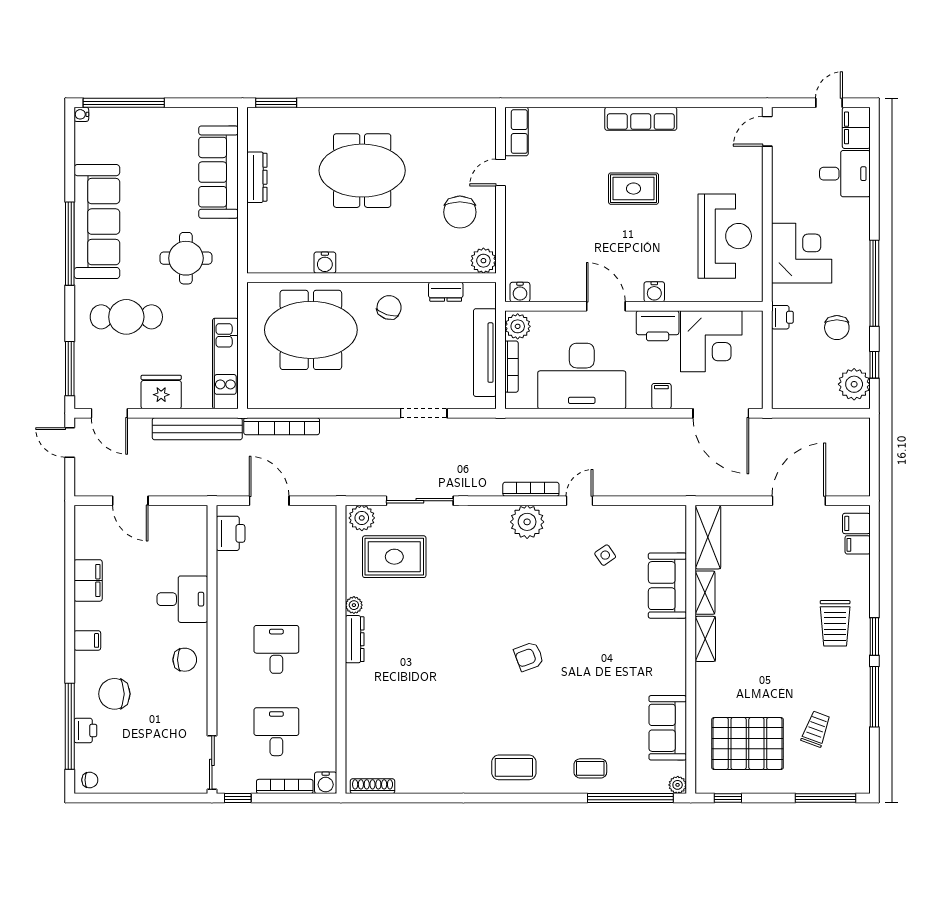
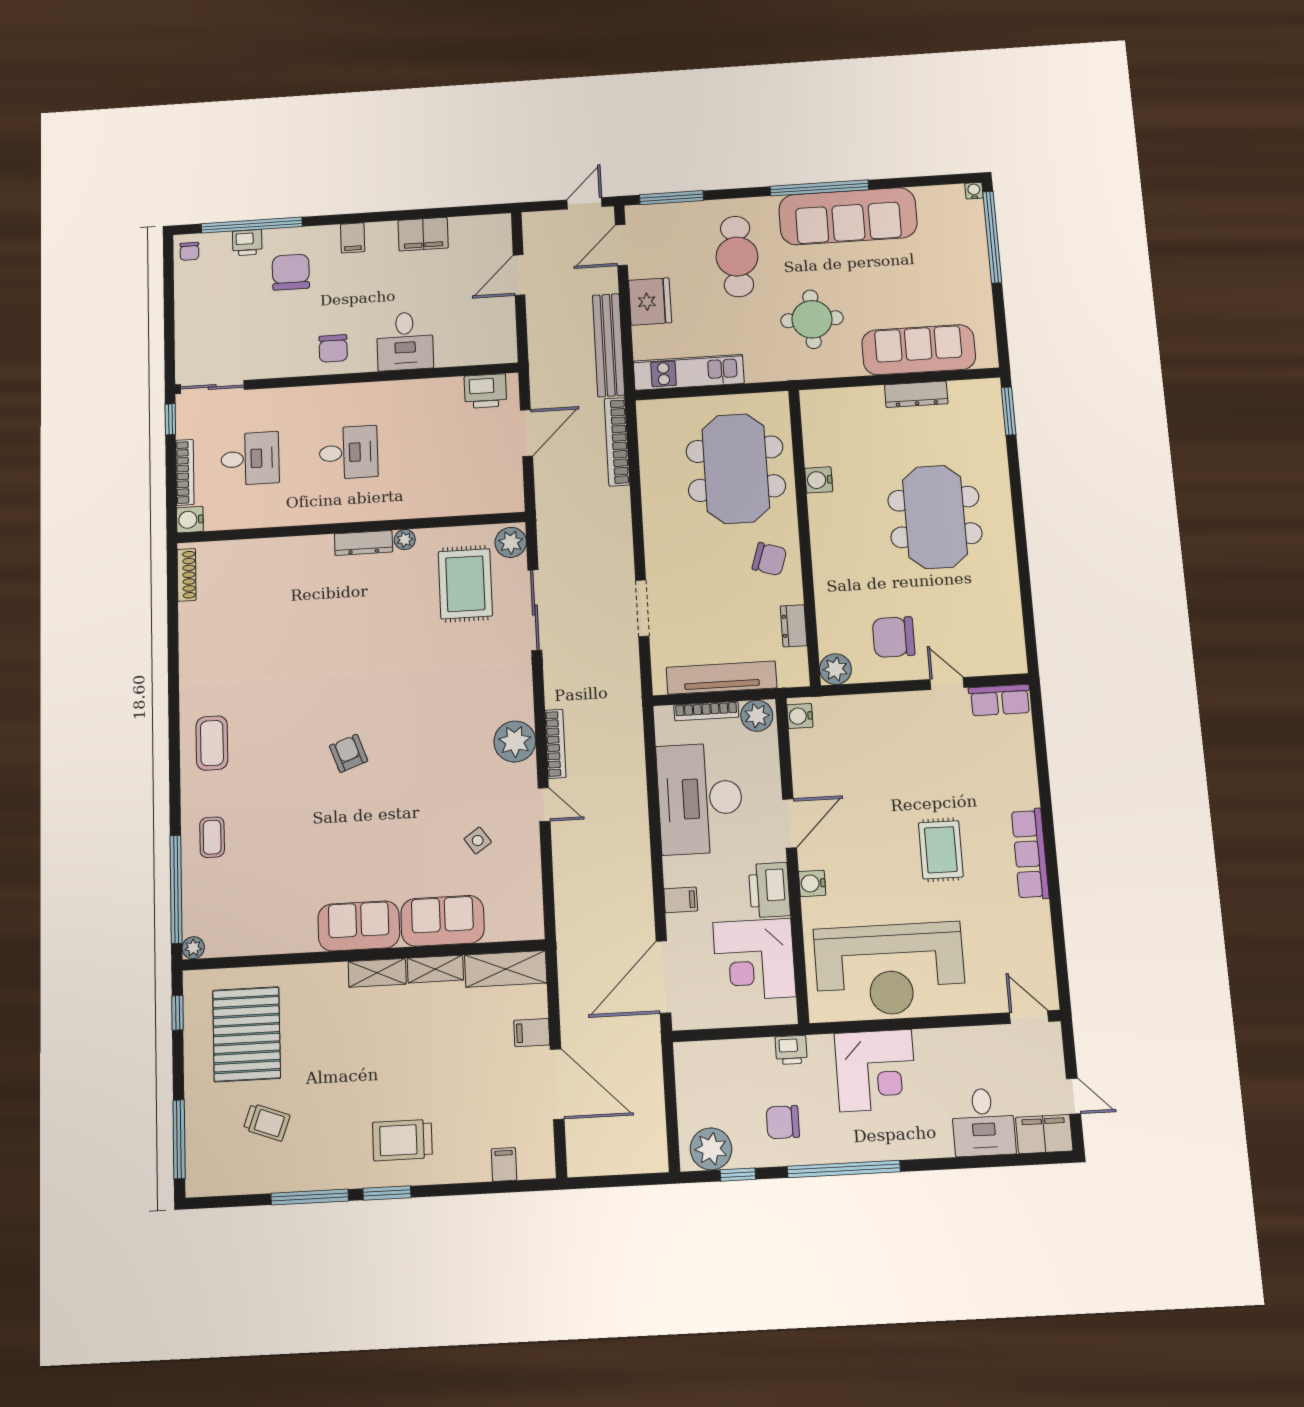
reception desk: (725, 236) -> (890, 969), width x1.36, depth x1.30
filing cabinet: (856, 523) -> (532, 1033), moved, turned -90
sofa: (668, 728) -> (359, 926), moved

